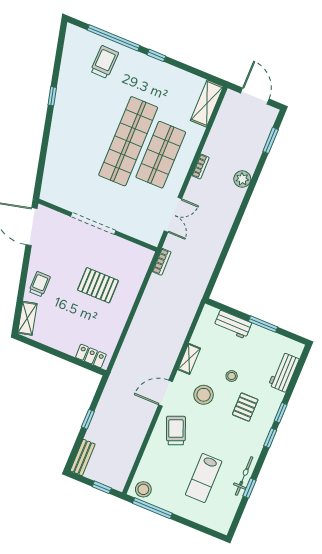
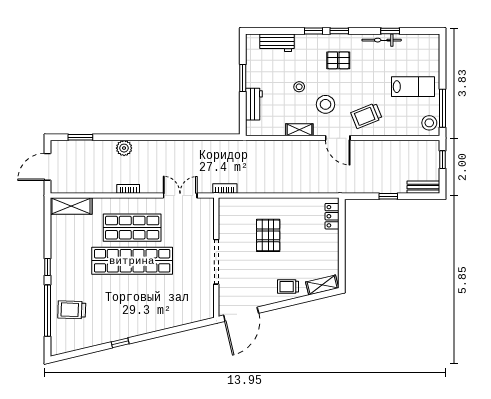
pallet: (245, 407) -> (338, 60), moved
lab bench: (204, 478) -> (413, 87), moved

